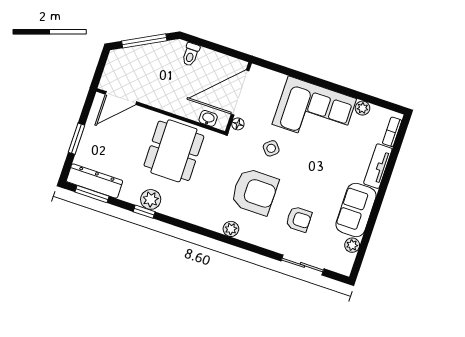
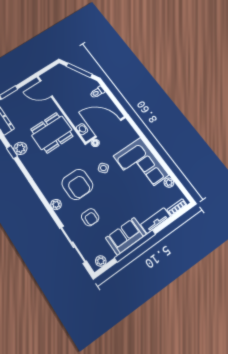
window: (374, 213) -> (135, 246), added
plant: (231, 229) -> (56, 205), moved
plant: (352, 245) -> (101, 261), moved
sliding door: (302, 265) -> (73, 245), width x1.37

